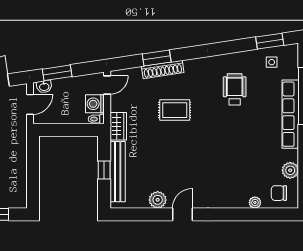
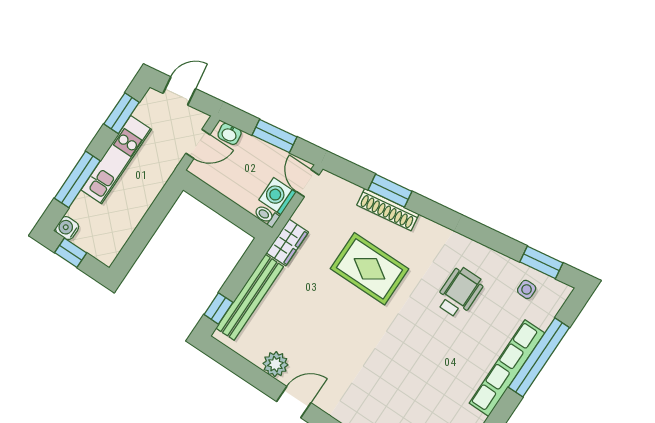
window: (57, 73) -> (274, 136), moved
door: (107, 85) -> (308, 183), swing flipped
rug: (175, 110) -> (369, 269), width x1.36, depth x1.43
window: (104, 170) -> (218, 308), moved

